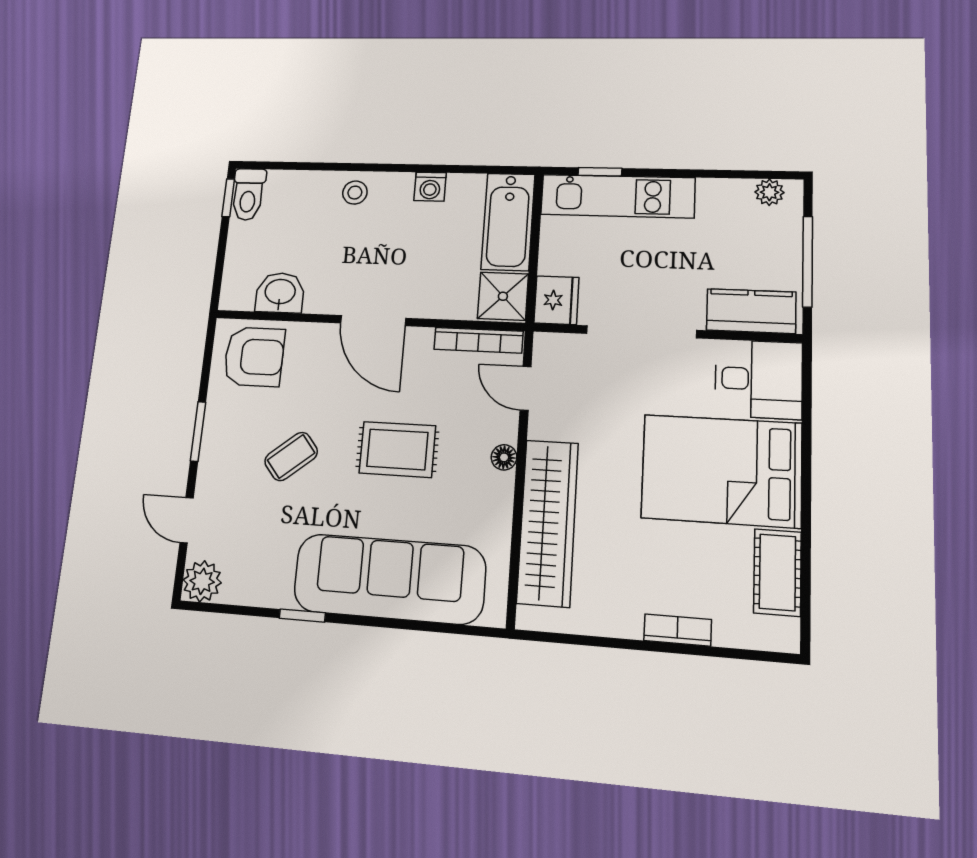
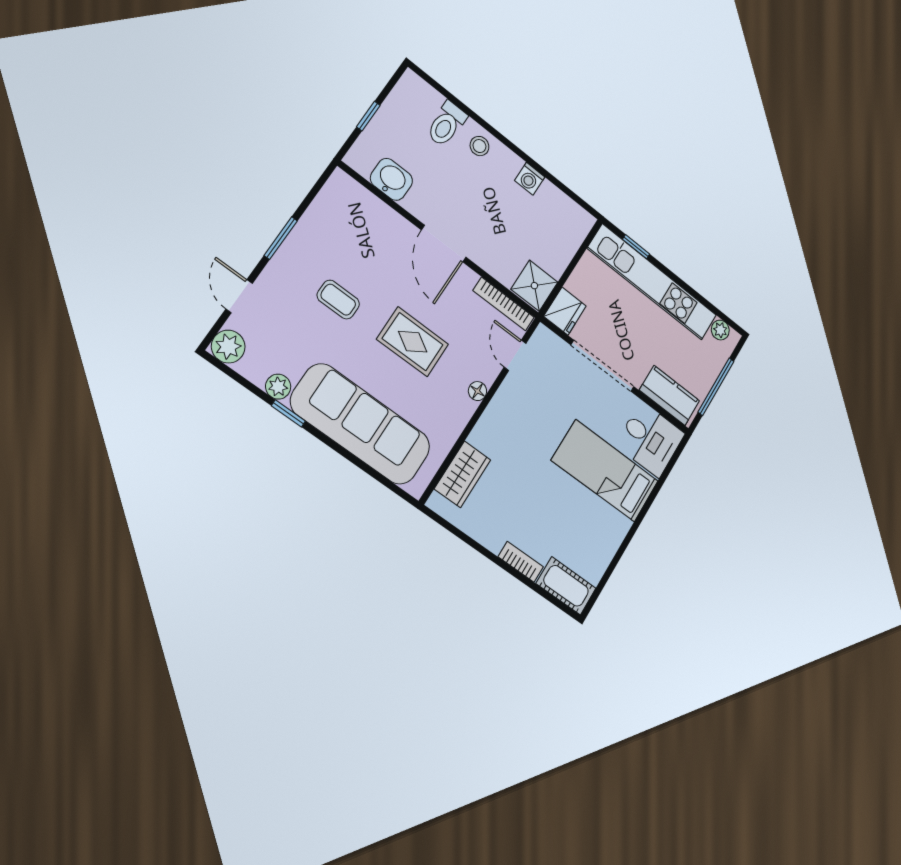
toilet: (248, 194) -> (447, 124), moved
kitchen unit: (617, 196) -> (652, 282), width x1.36
window: (228, 198) -> (368, 116), moved
bathtub: (508, 222) -> (565, 239), removed
armchair: (254, 357) -> (349, 212), removed
coffee table: (291, 456) -> (338, 300), turned 39
bed: (721, 471) -> (605, 471), width x0.67
wardrobe: (548, 522) -> (463, 474), width x0.48, depth x0.85
cot: (777, 572) -> (566, 586), moved, turned 90
plant: (276, 592) -> (278, 387), added

